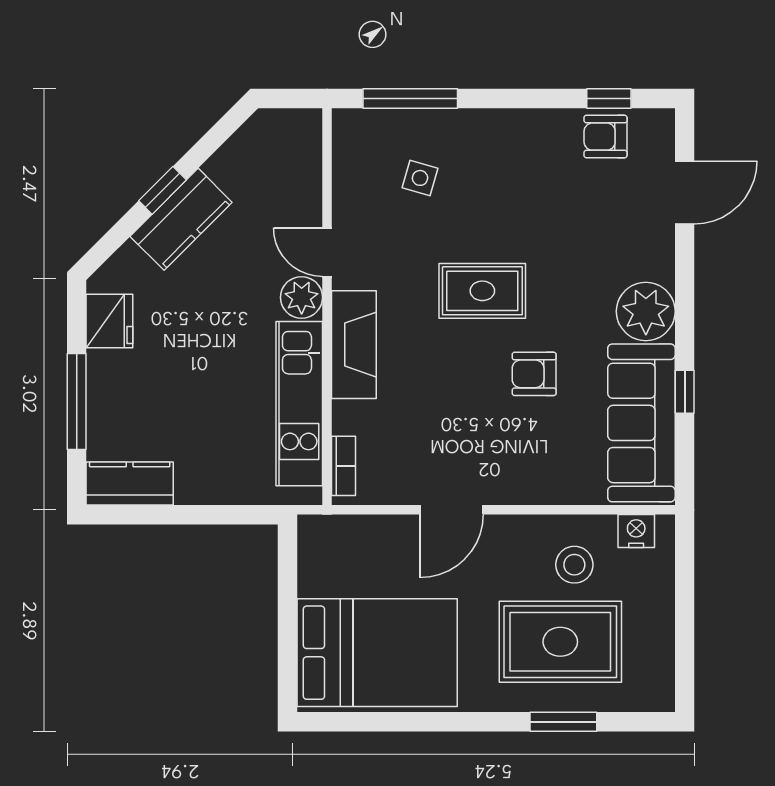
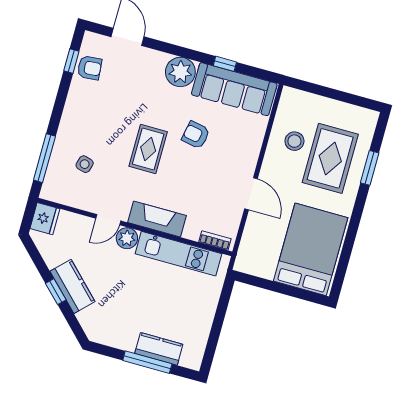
armchair: (606, 137) -> (89, 68), turned -95
fridge: (109, 321) -> (45, 219), moved, turned 90
armchair: (534, 374) -> (196, 135), turned 101
kitchen counter: (130, 483) -> (159, 349), moved, turned 90
nightstand: (636, 531) -> (286, 106), removed

